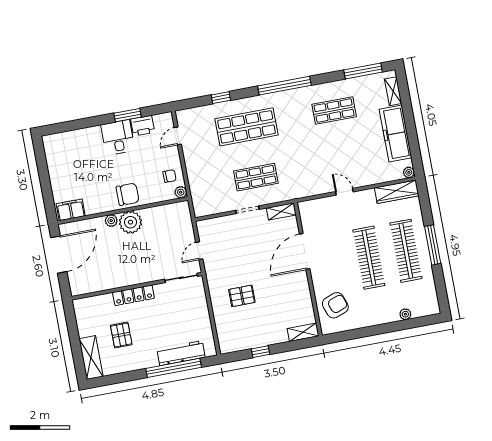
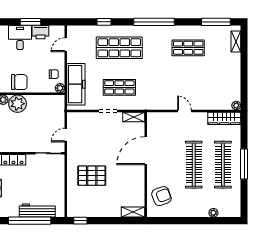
freezer: (395, 133) -> (76, 84), moved, turned 180
pallet: (242, 296) -> (92, 176), width x1.50, depth x1.42
window: (260, 352) -> (80, 221), moved

